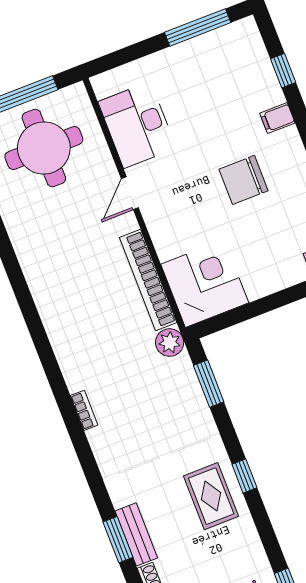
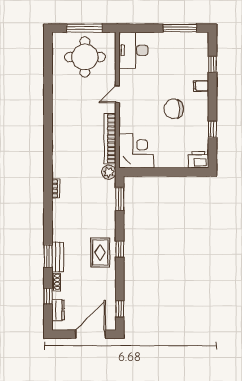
desk: (137, 125) -> (133, 50), moved

